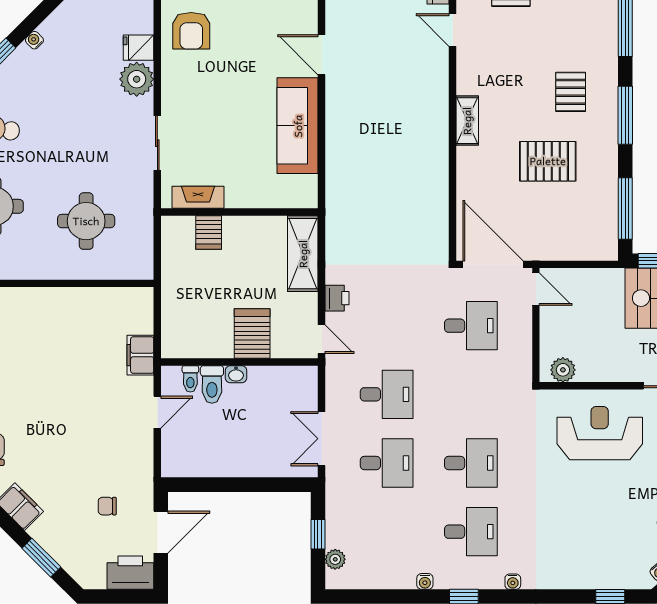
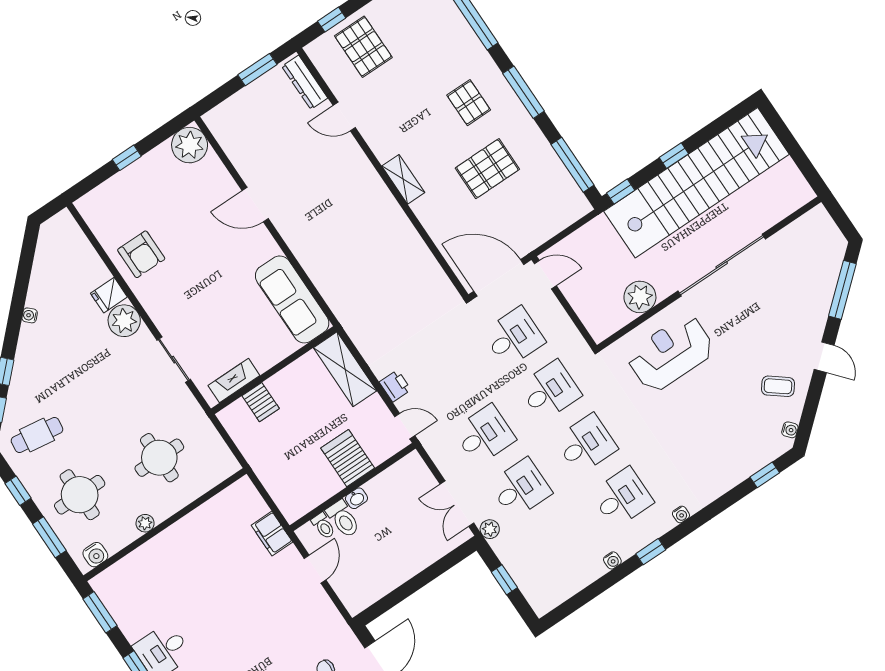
water cooler: (34, 40) -> (30, 315), moved
sofa: (298, 126) -> (292, 299), moved
plant: (35, 270) -> (145, 523), added
plant: (563, 370) -> (640, 297), moved, width x1.36, depth x1.36
desk: (471, 394) -> (550, 391), added
plant: (335, 559) -> (490, 529), moved

